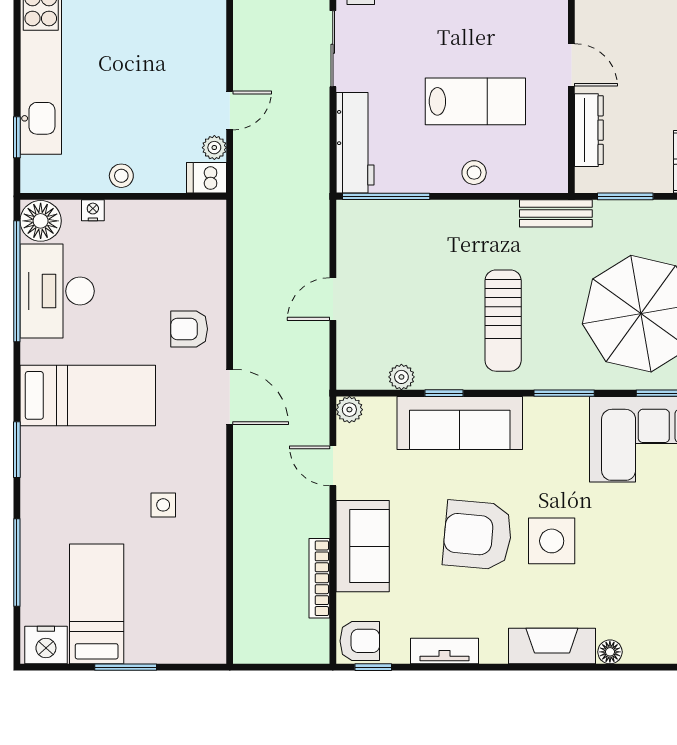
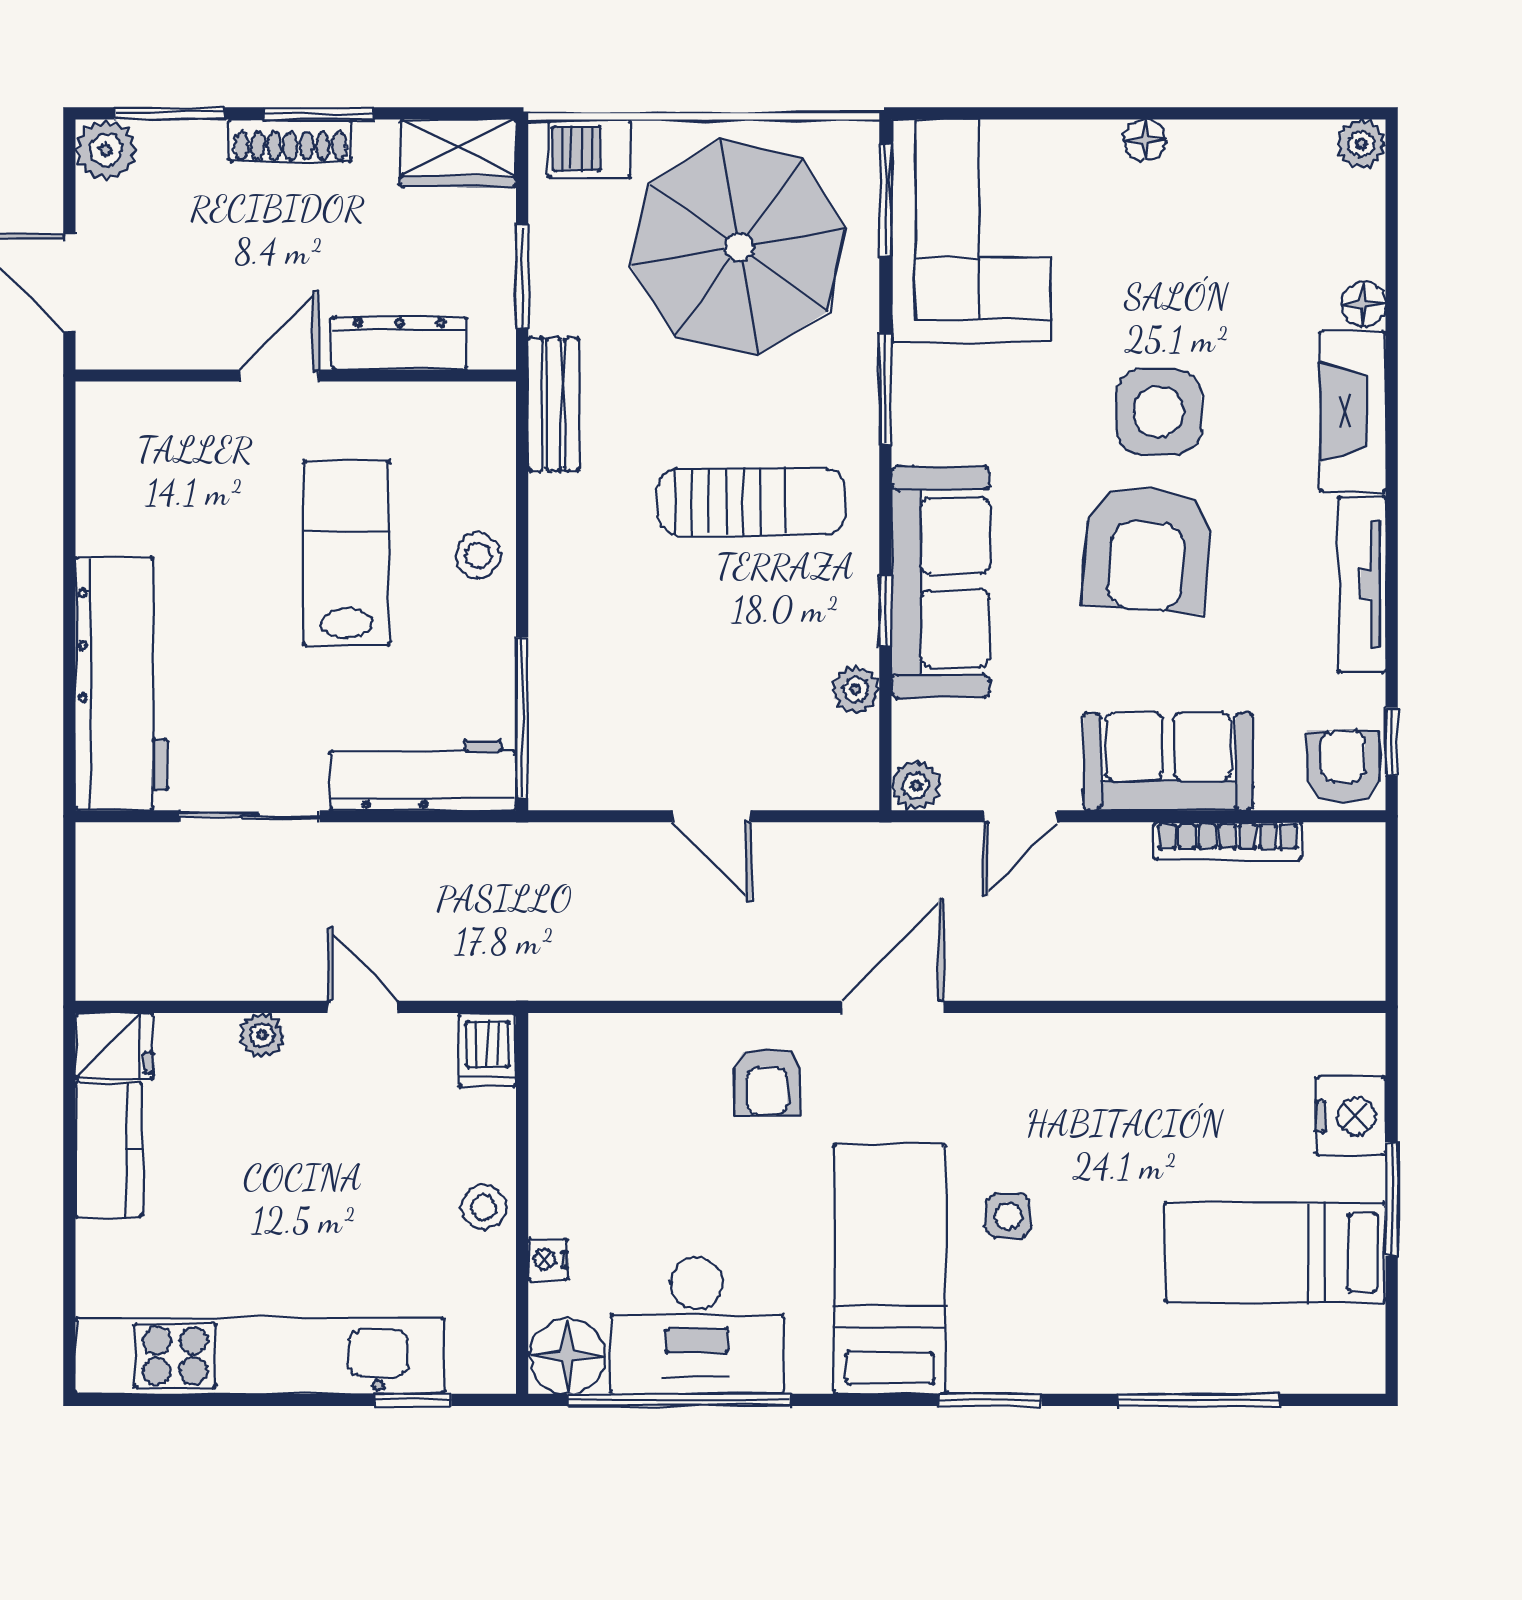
plant: (214, 148) -> (262, 1035), moved
side table: (163, 505) -> (1008, 1216), moved
nightstand: (46, 645) -> (1351, 1116), moved
tv unit: (445, 651) -> (1362, 584), width x1.41

